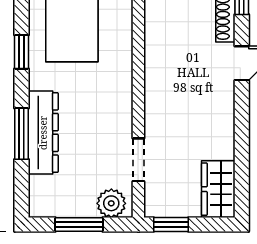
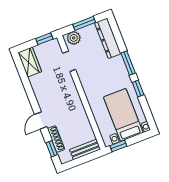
dresser: (43, 133) -> (108, 38), moved
window: (21, 134) -> (128, 63), moved

